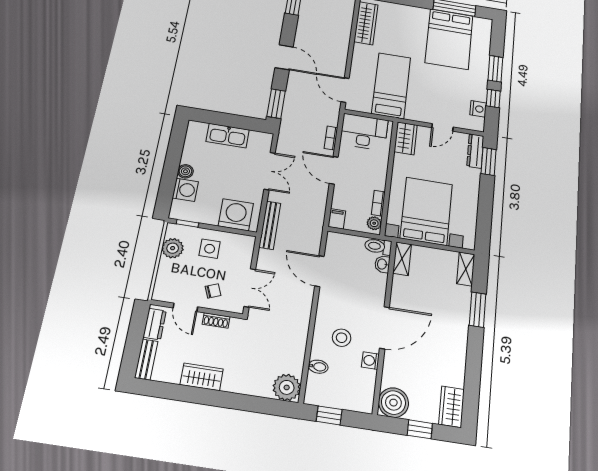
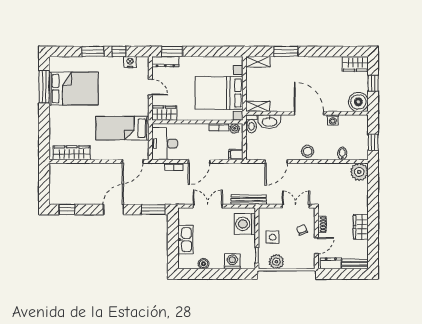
boiler: (185, 171) -> (204, 264), moved
washbasin: (382, 264) -> (269, 122), width x1.91, depth x1.45
stool: (342, 338) -> (308, 151), moved

